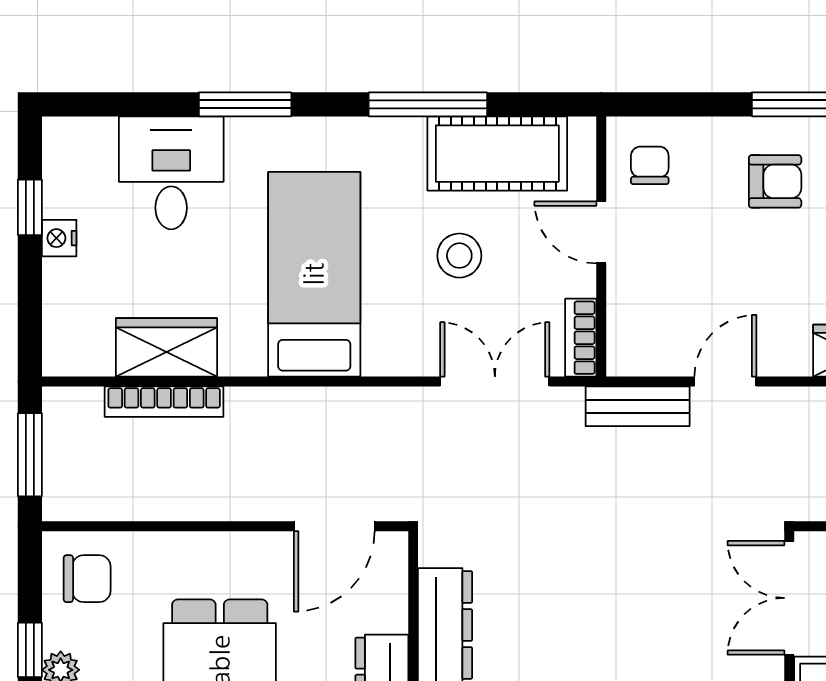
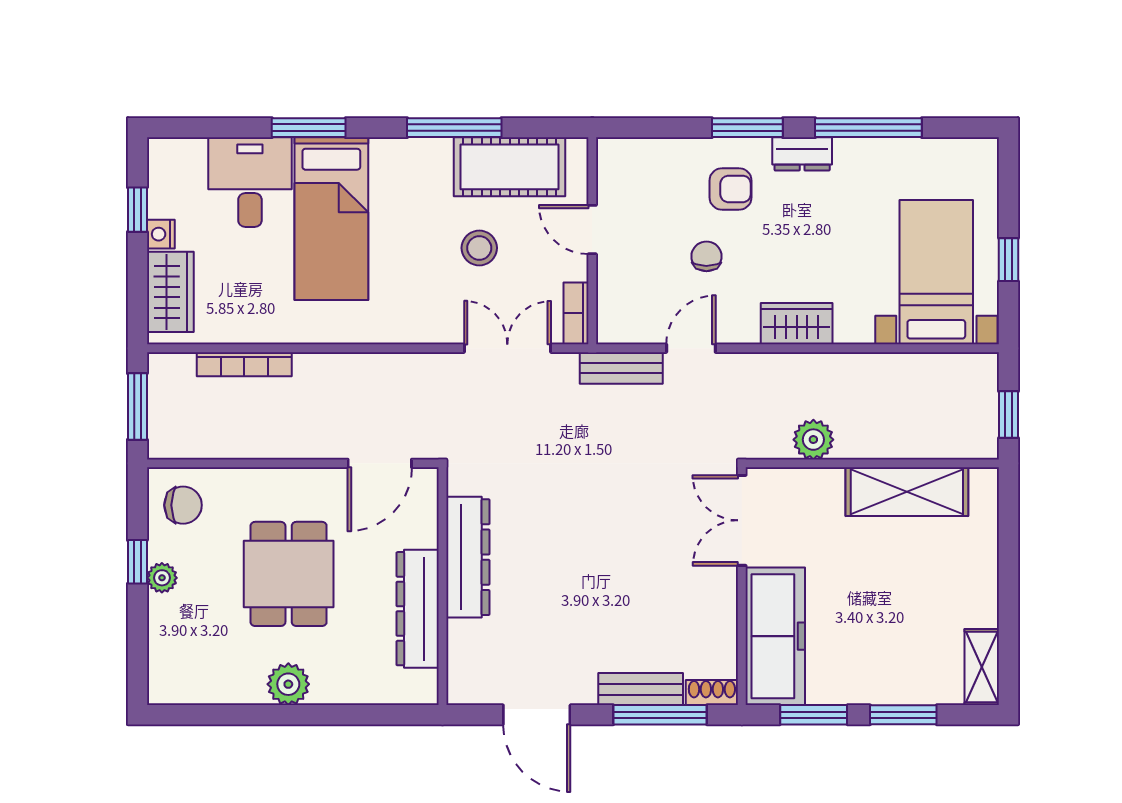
chair: (650, 165) -> (706, 256), moved
bed: (314, 274) -> (331, 219), moved, turned 180
wardrobe: (166, 347) -> (170, 292), moved, turned 90

